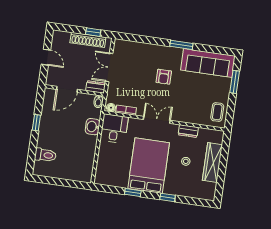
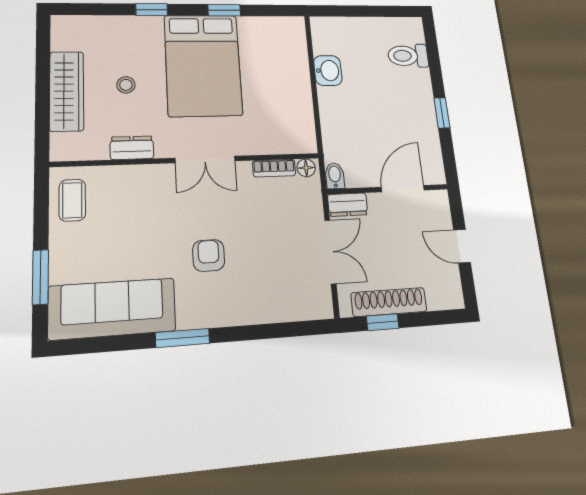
washbasin: (93, 127) -> (328, 71), moved
desk: (114, 129) -> (290, 127), removed

